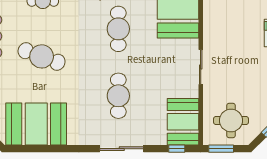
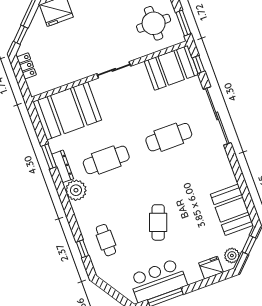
cafe table: (42, 56) -> (158, 222), width x0.73, depth x0.74
booth: (36, 124) -> (232, 210), width x0.73, depth x0.70
sliding door: (122, 149) -> (217, 116), width x1.36

